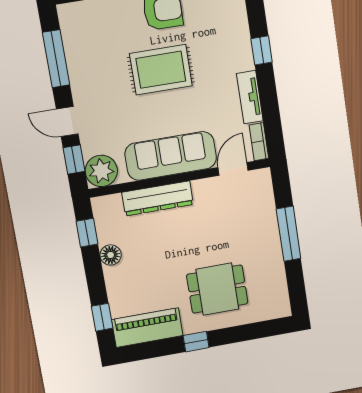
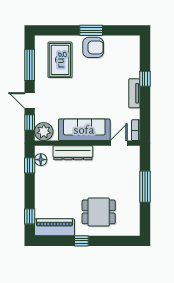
rug: (161, 70) -> (60, 60), moved, turned 90
tv unit: (250, 97) -> (134, 93), moved
floor lamp: (111, 255) -> (41, 160), moved

